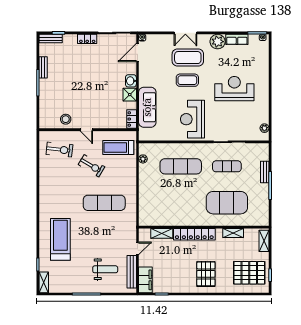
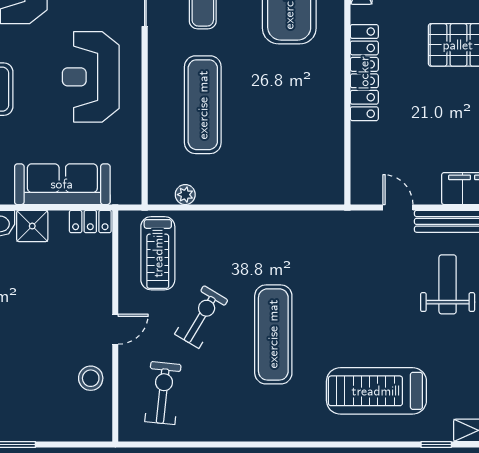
reception desk: (192, 119) -> (91, 77), turned 90
exercise mat: (104, 203) -> (273, 334), moved
shelving: (162, 233) -> (362, 150), removed

